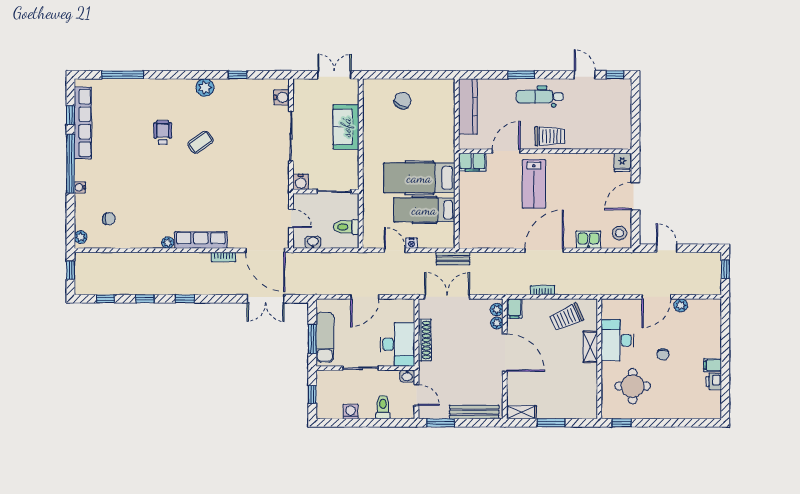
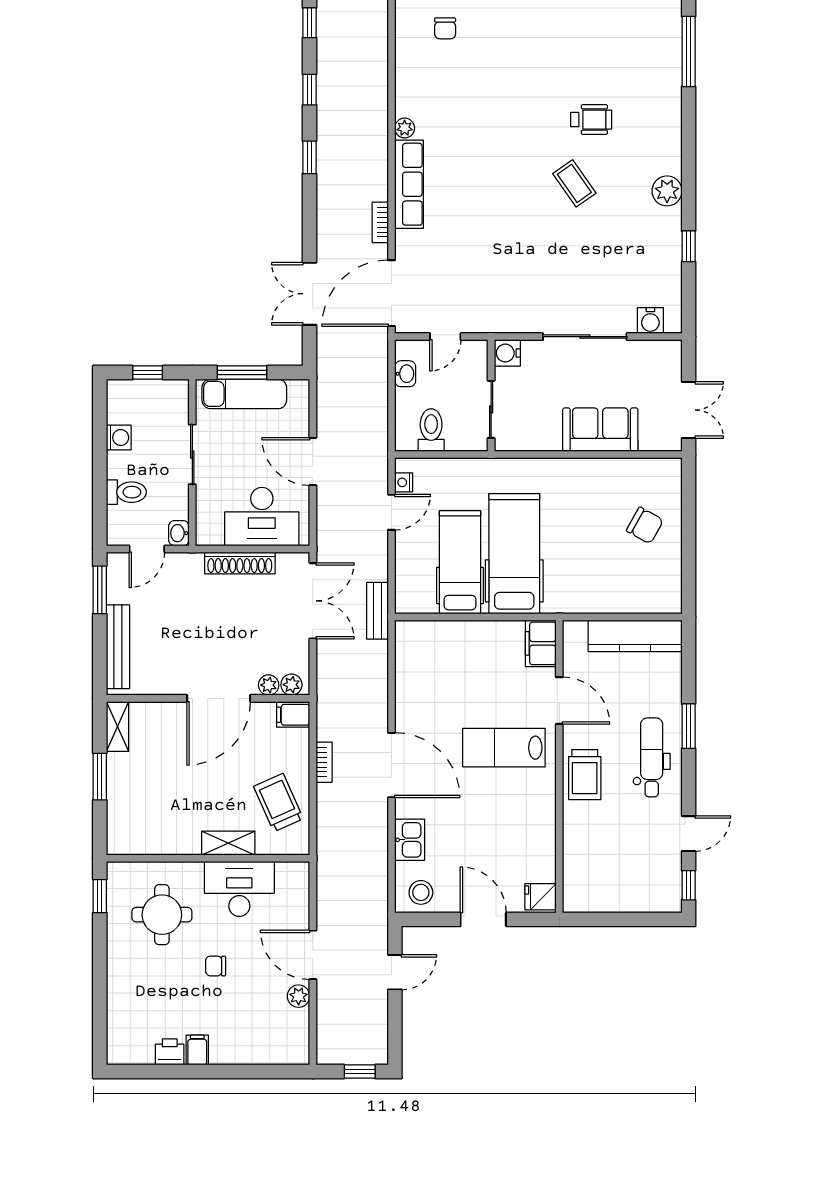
nightstand: (412, 243) -> (404, 482), moved
desk: (397, 344) -> (262, 517), moved

